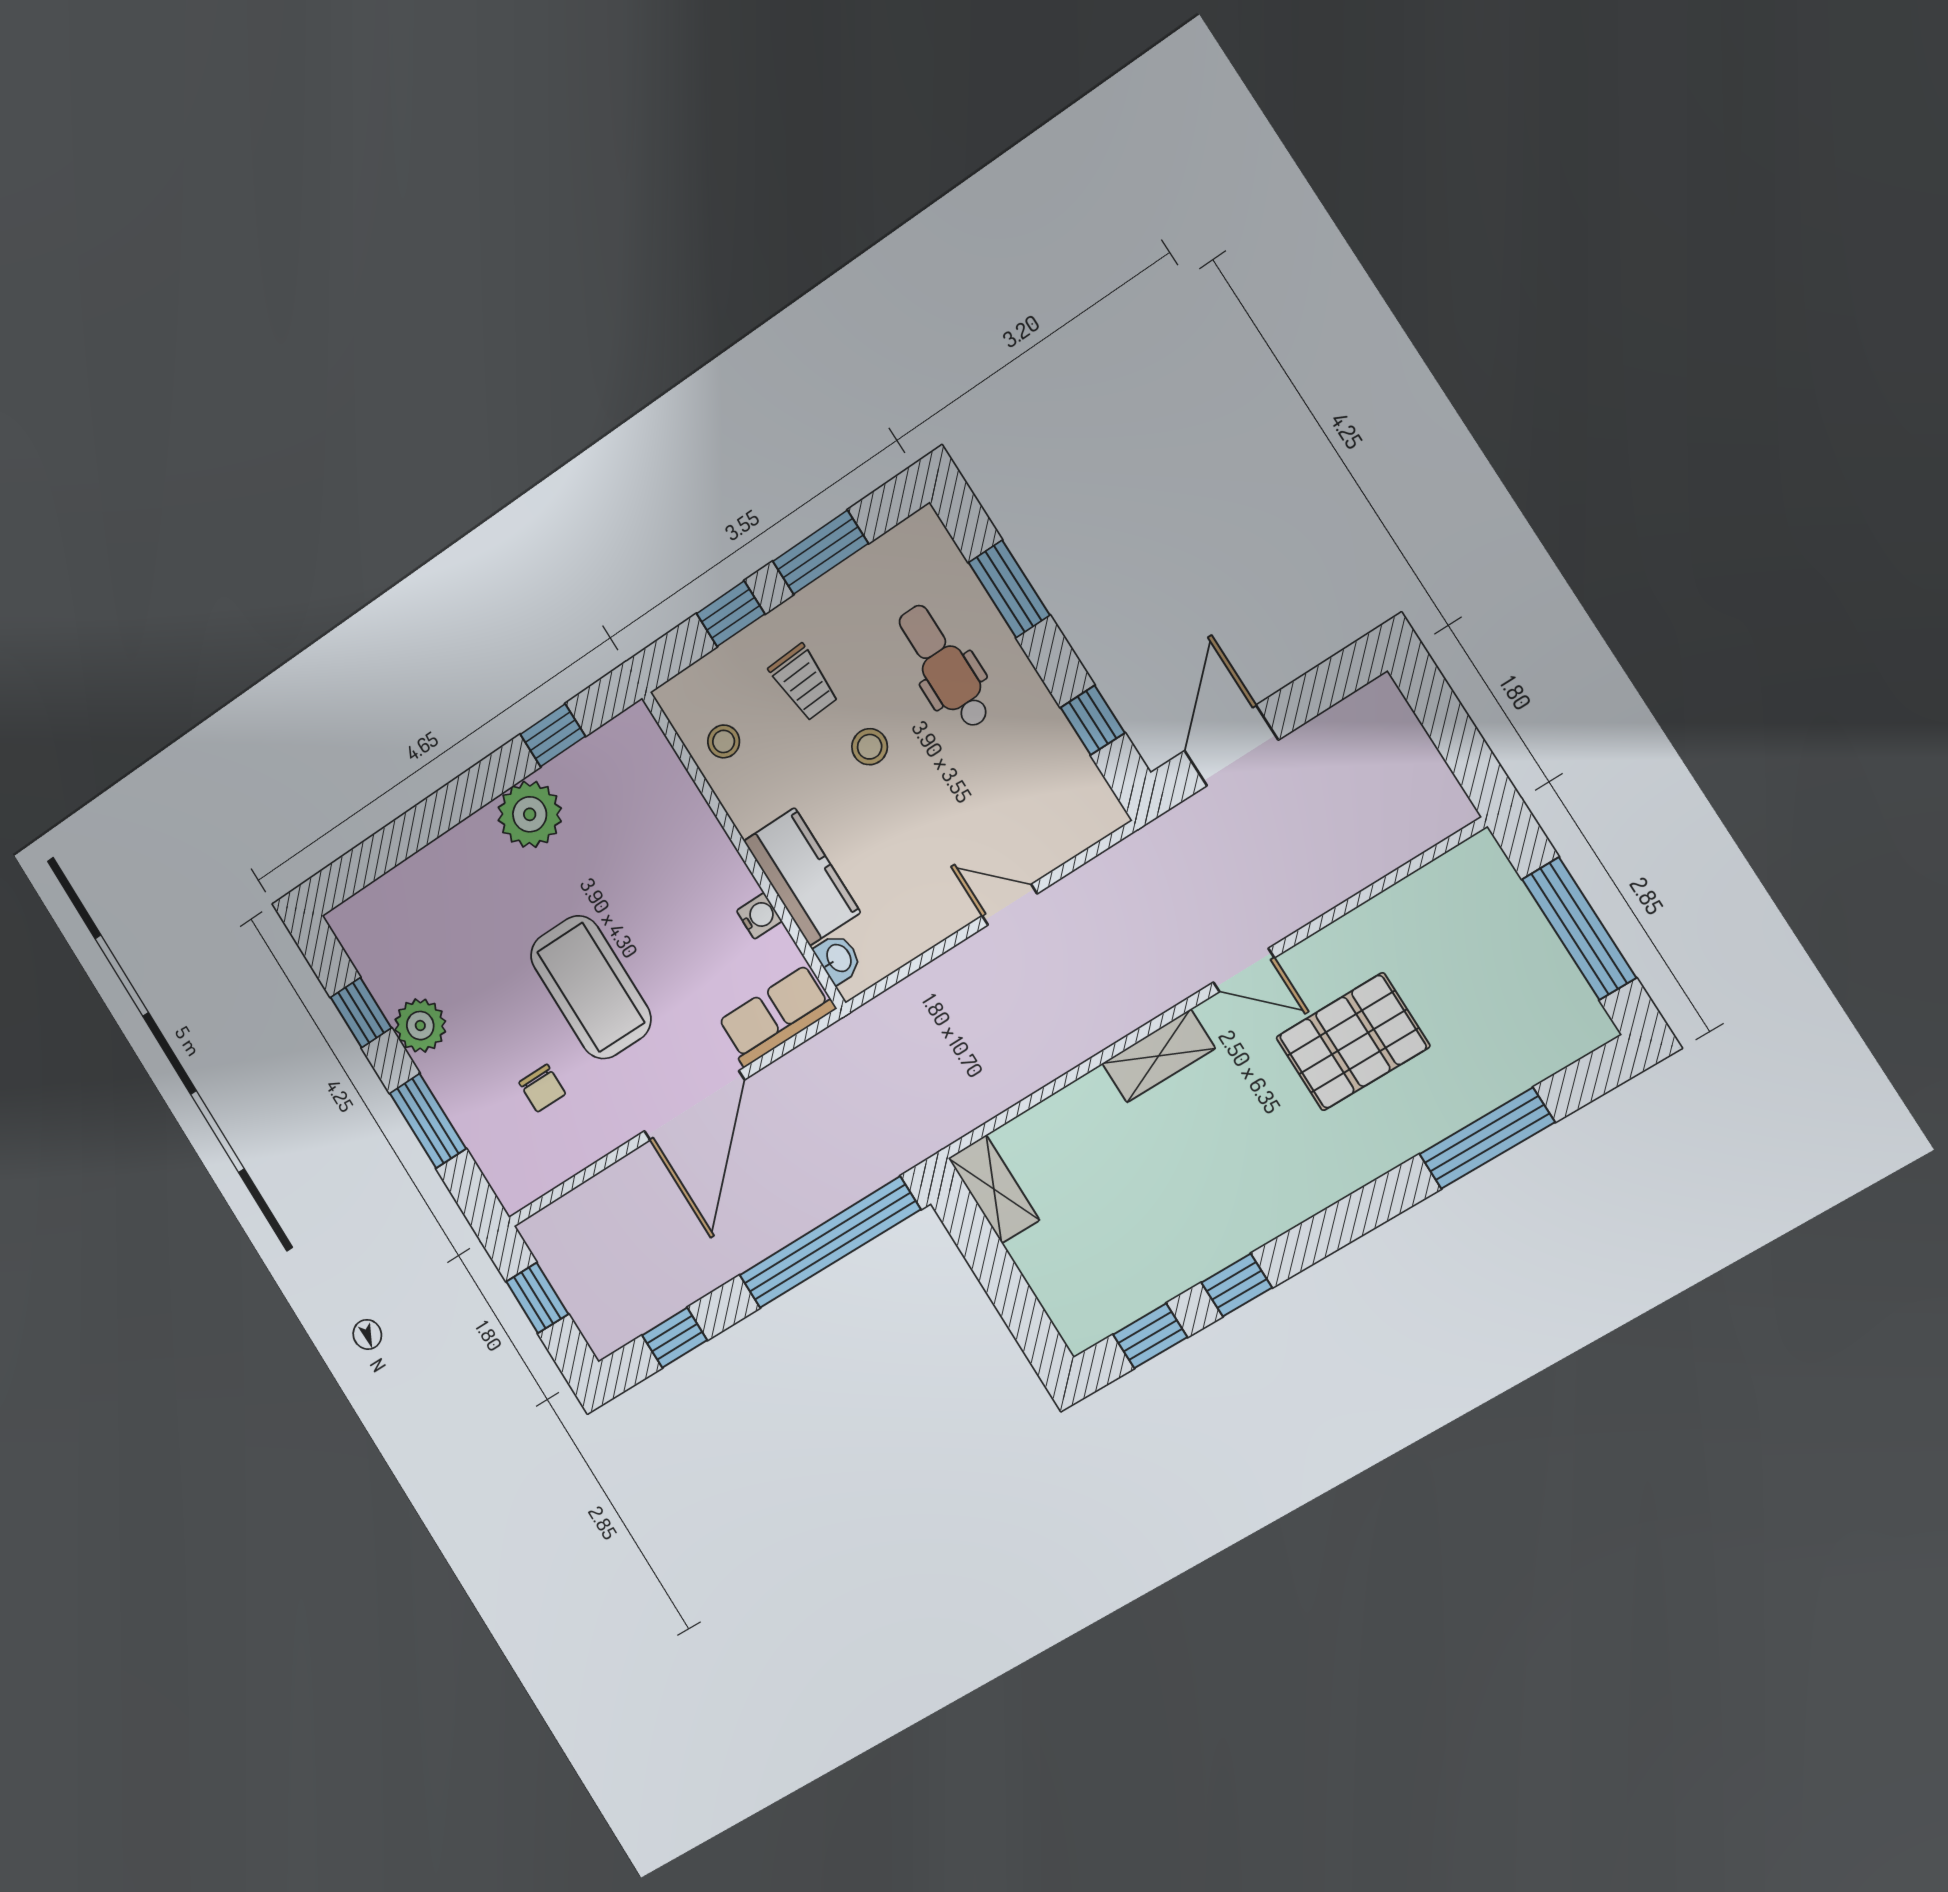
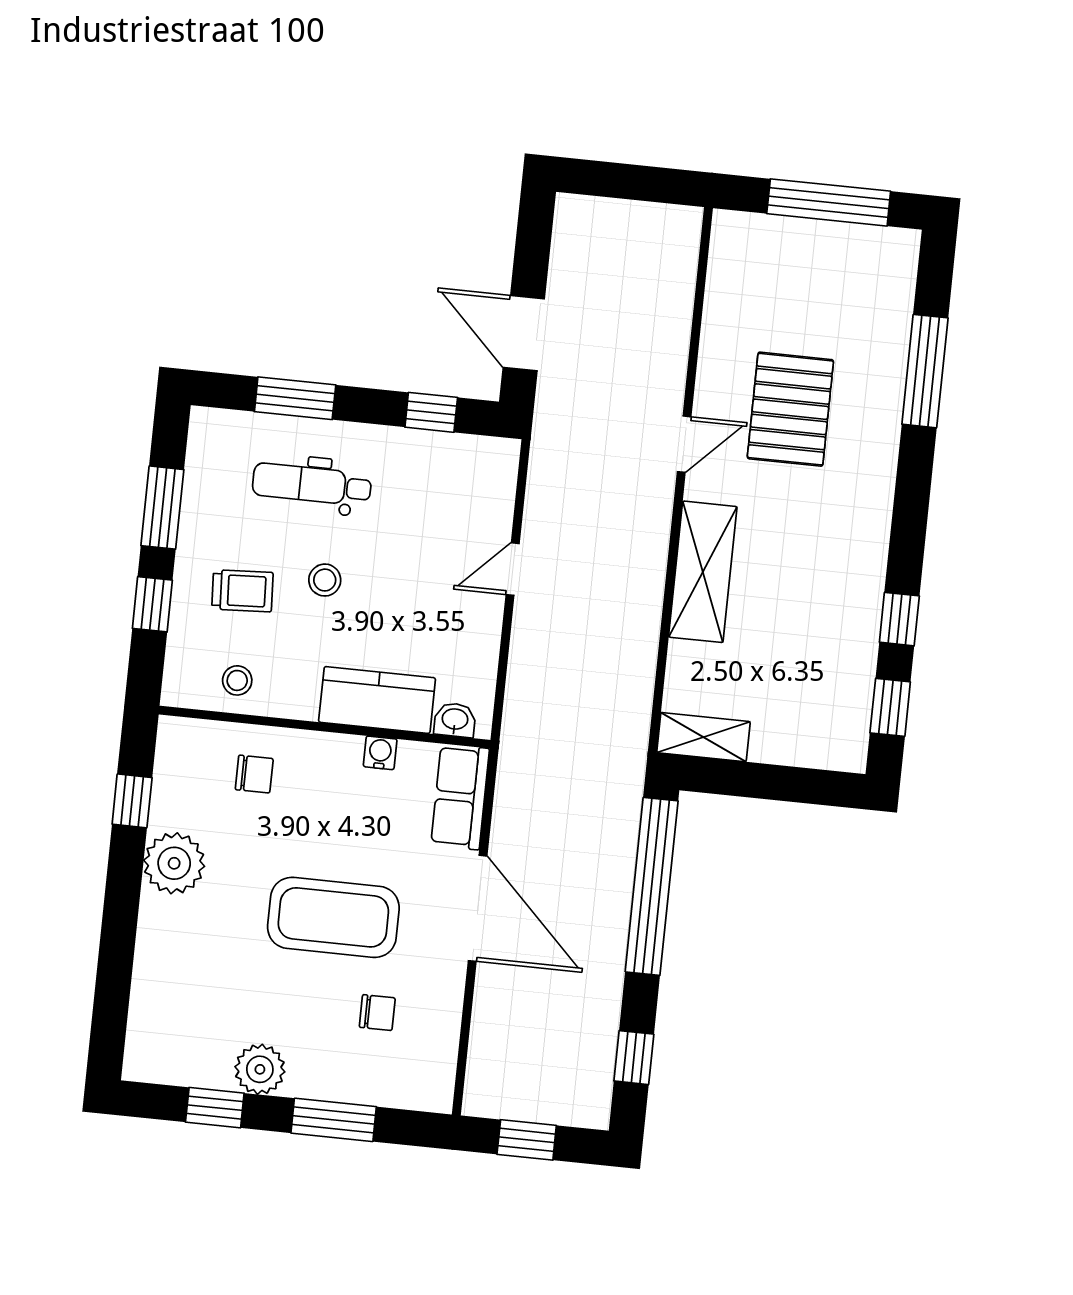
chair: (656, 822) -> (254, 774), added
shelving: (1159, 1056) -> (703, 572), width x1.50, depth x1.33

